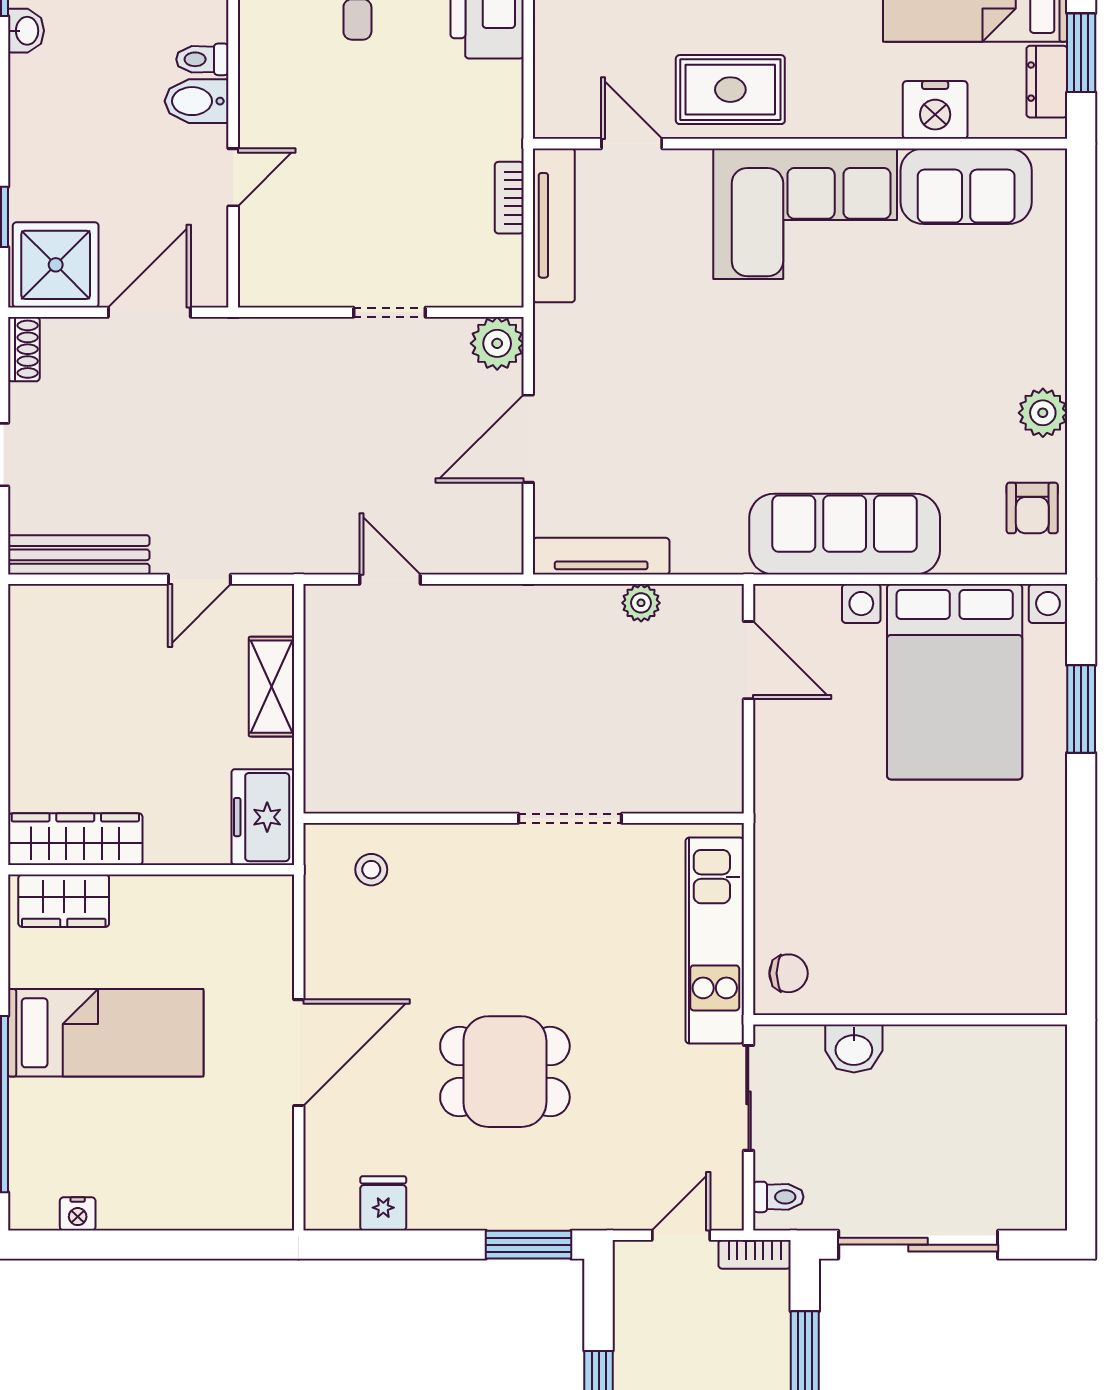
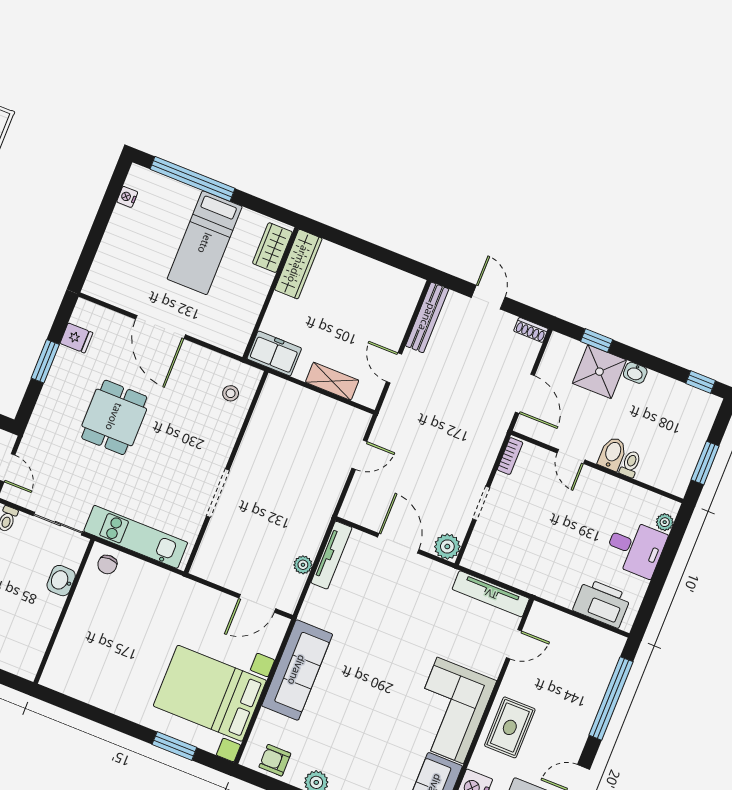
washbasin: (26, 31) -> (635, 373), moved
rug: (730, 90) -> (510, 727), moved
bookcase: (509, 198) -> (510, 456), moved, turned 90
shower: (56, 265) -> (599, 372), moved
window: (529, 1245) -> (45, 361), moved

